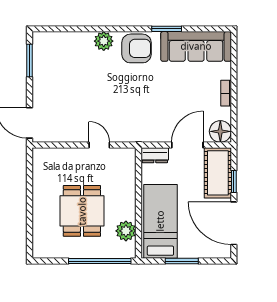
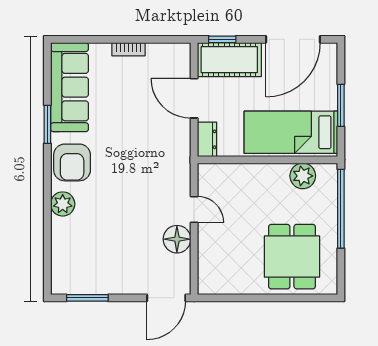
armchair: (136, 48) -> (72, 162), turned 180
floor lamp: (220, 131) -> (177, 239), moved
door: (99, 145) -> (194, 210), swing flipped
window: (234, 182) -> (222, 39), moved
dining table: (82, 211) -> (292, 257), moved, turned 90

